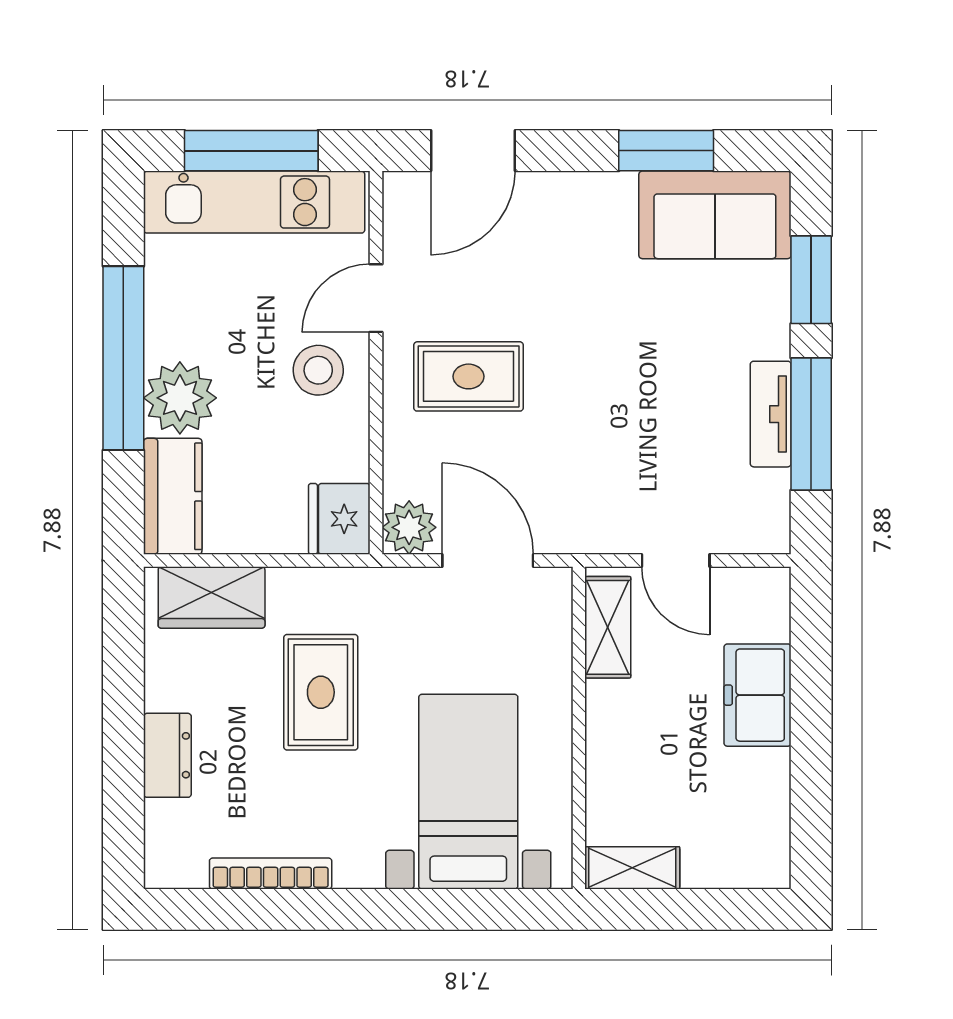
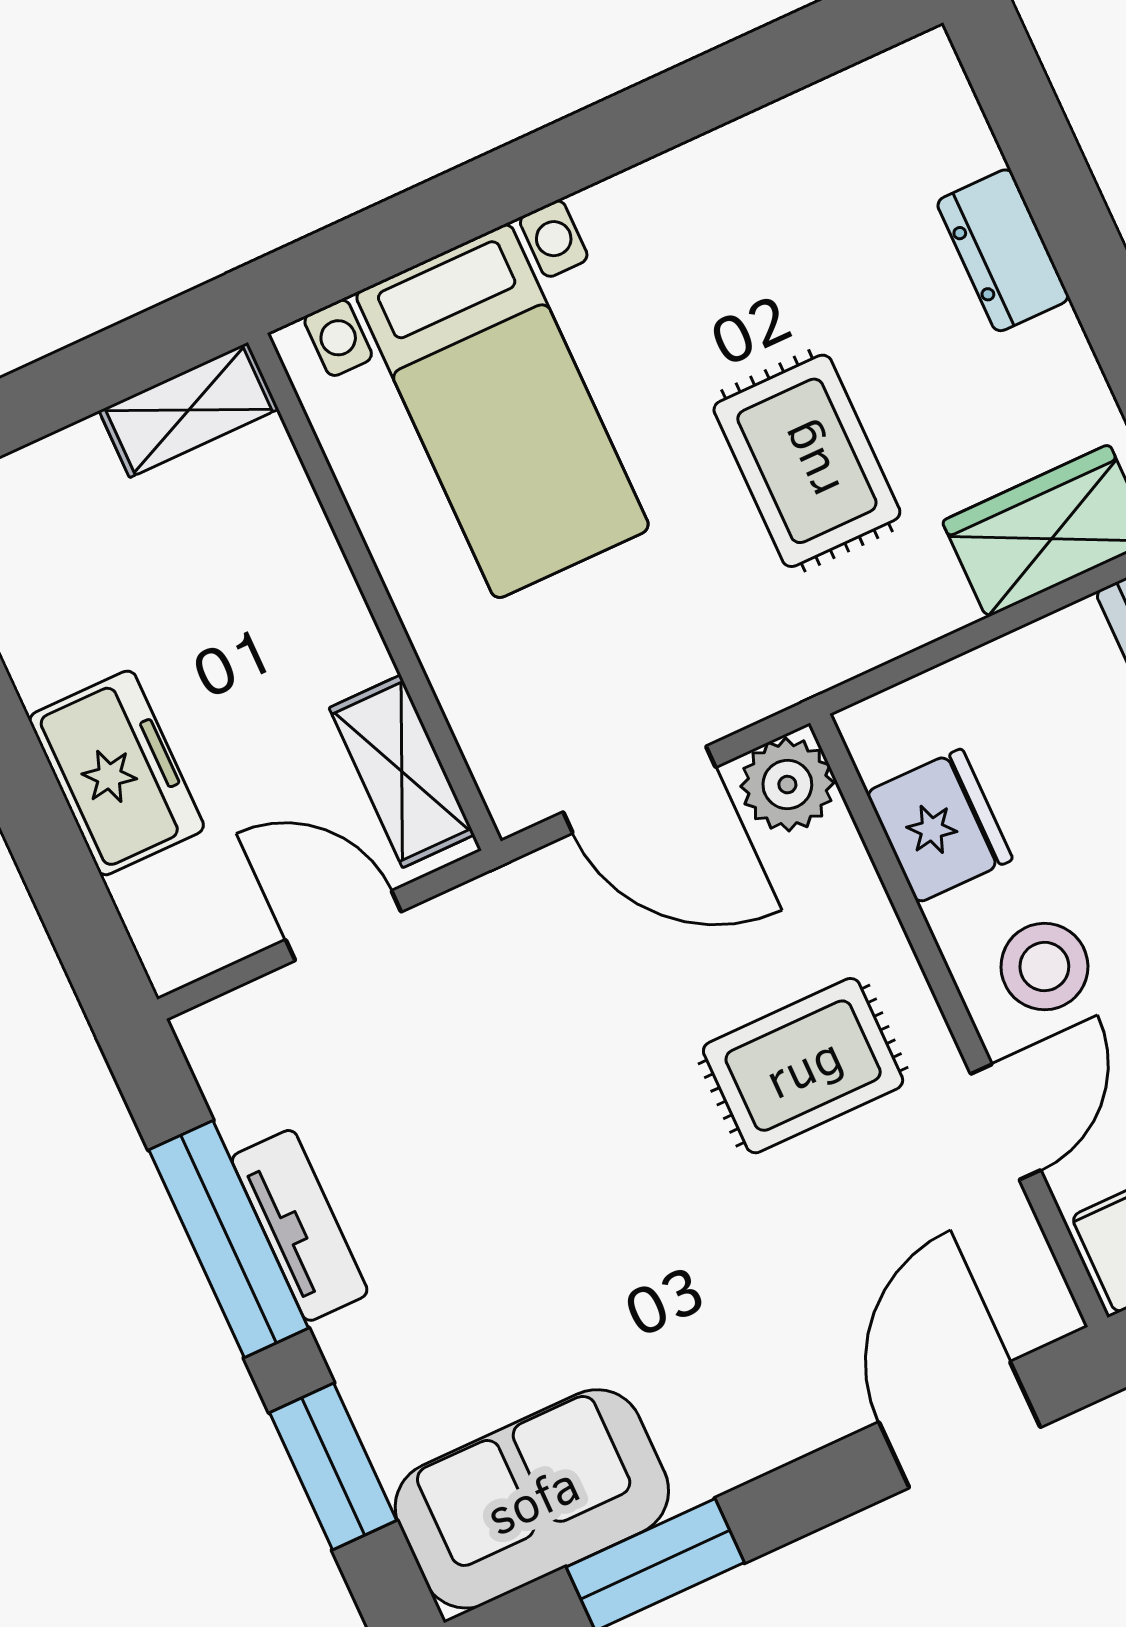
fridge: (339, 519) -> (939, 826), moved
bookcase: (271, 874) -> (755, 139), removed

